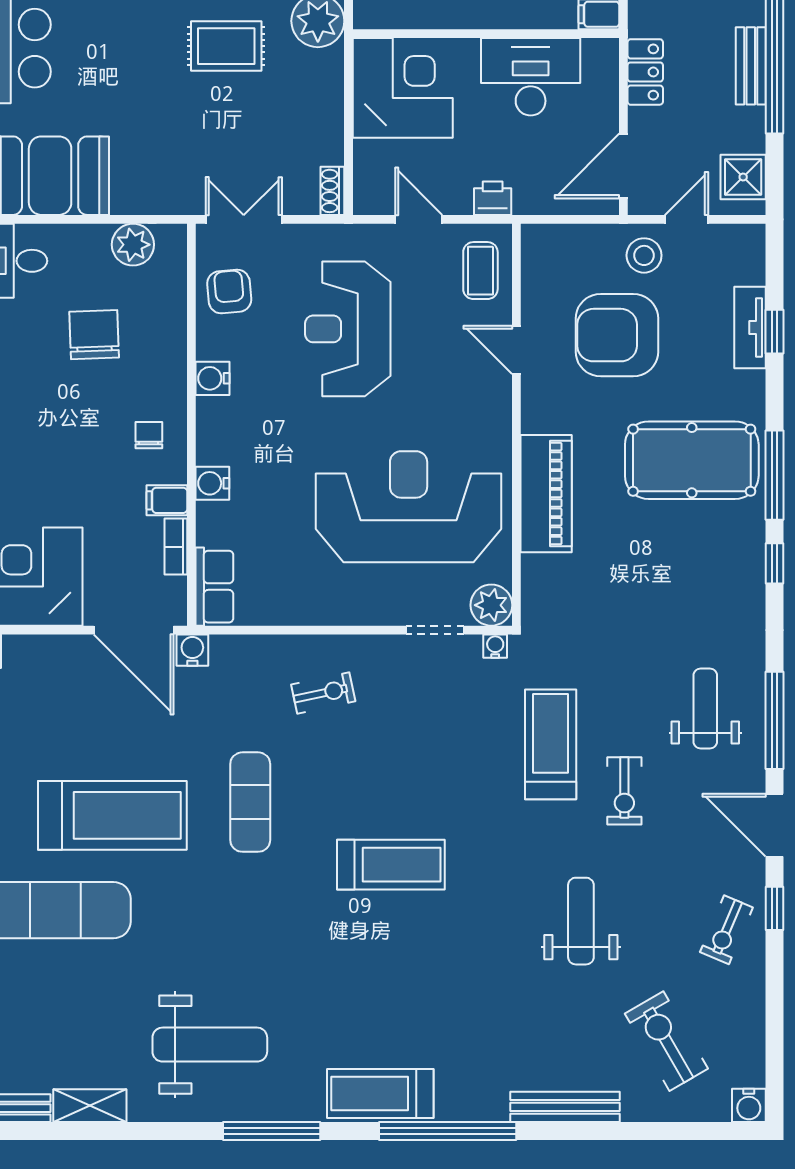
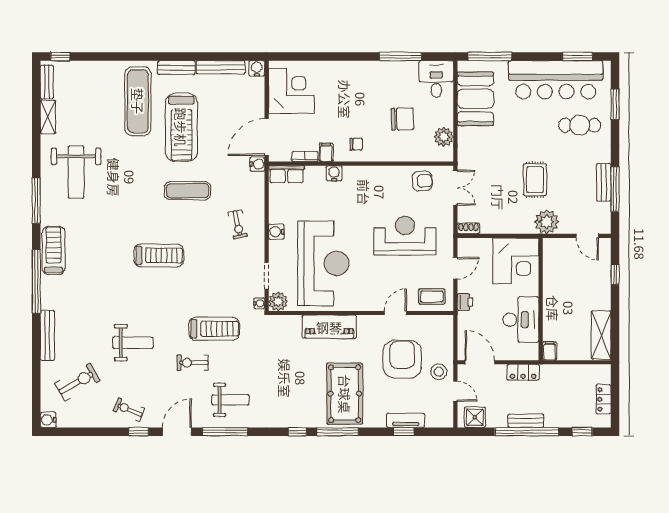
water cooler: (212, 378) -> (276, 232), moved, turned -90
treadmill: (391, 865) -> (159, 255), turned -90

